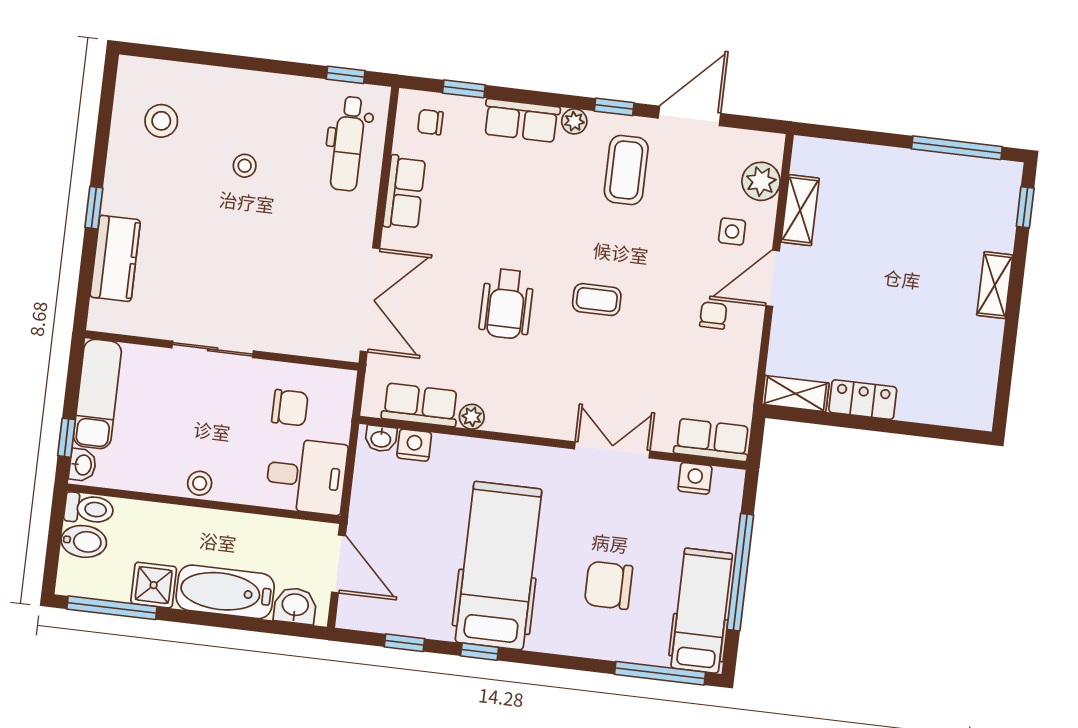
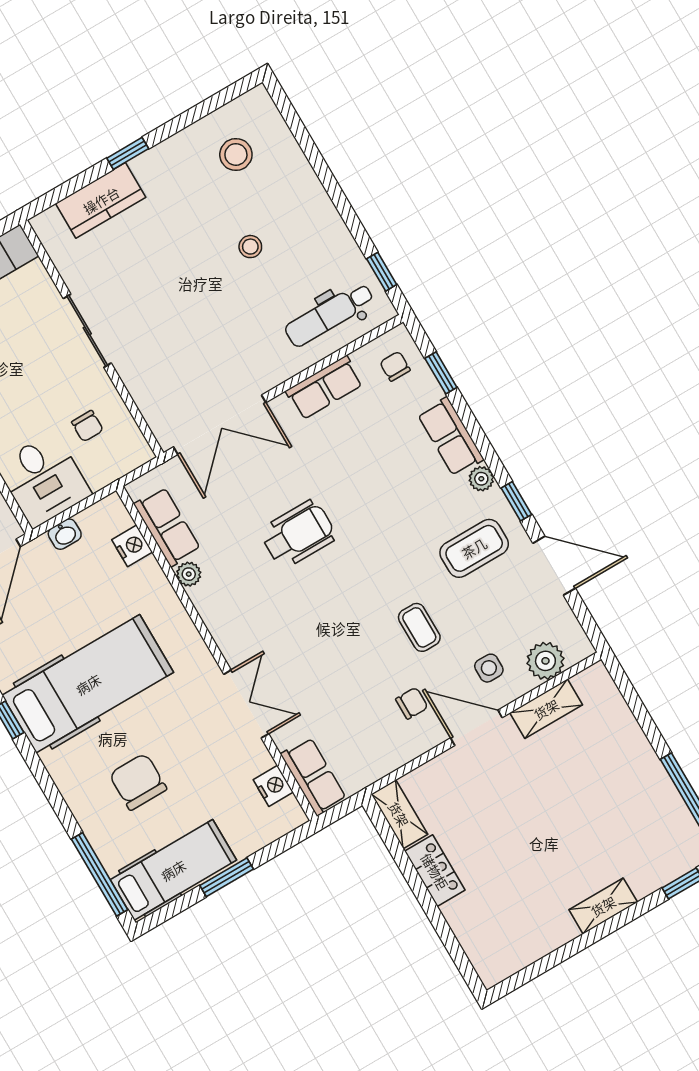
coffee table: (597, 300) -> (419, 627), moved
wheelchair: (506, 304) -> (298, 534), turned 180
chair: (290, 408) -> (87, 426), width x0.73, depth x0.73
washbasin: (381, 439) -> (65, 534), moved, turned -90
window: (740, 572) -> (227, 877), width x0.47

